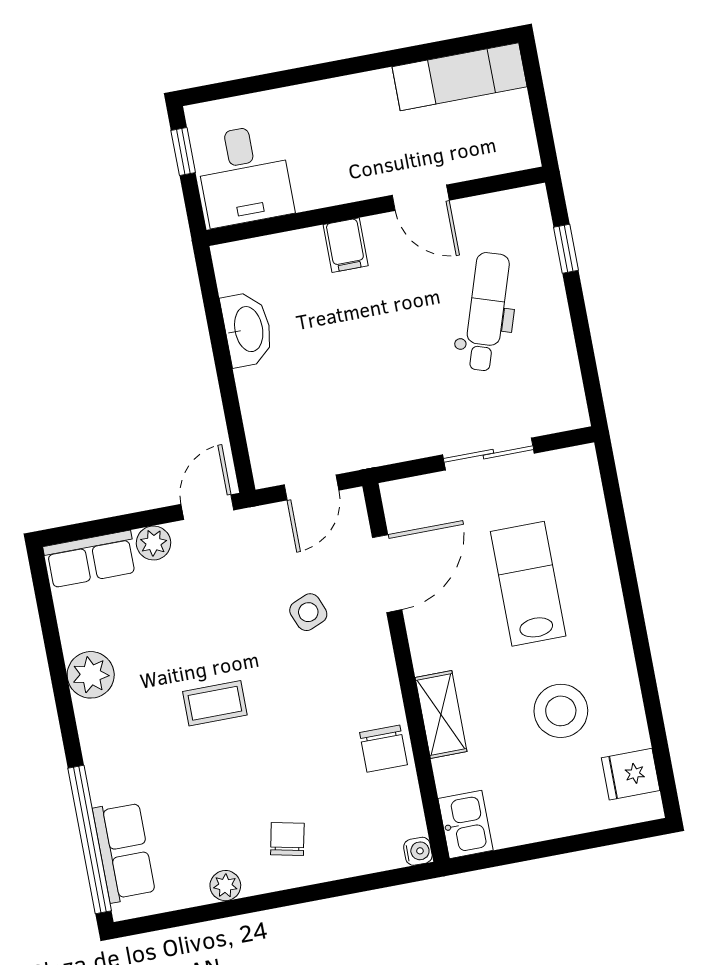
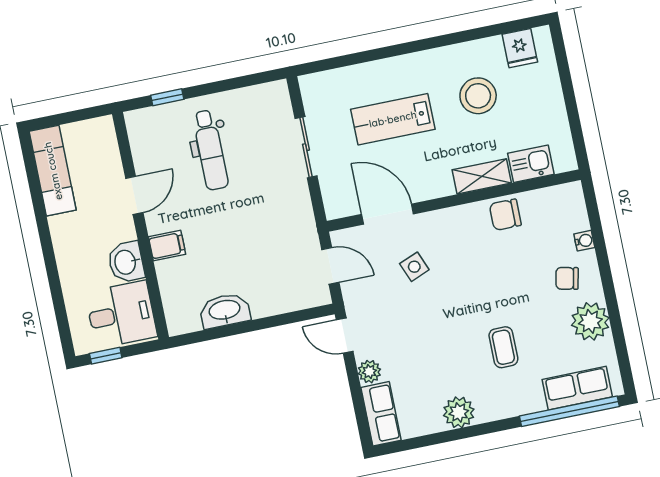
washbasin: (322, 184) -> (126, 262), added
dental chair: (487, 312) -> (210, 150), turned -108
coffee table: (215, 703) -> (503, 347), moved
chair: (383, 749) -> (505, 215), turned 180
kitchen sink: (466, 824) -> (531, 164), moved
water cooler: (418, 851) -> (584, 241), moved, turned 90
plant: (225, 886) -> (590, 321), width x1.87, depth x1.87

